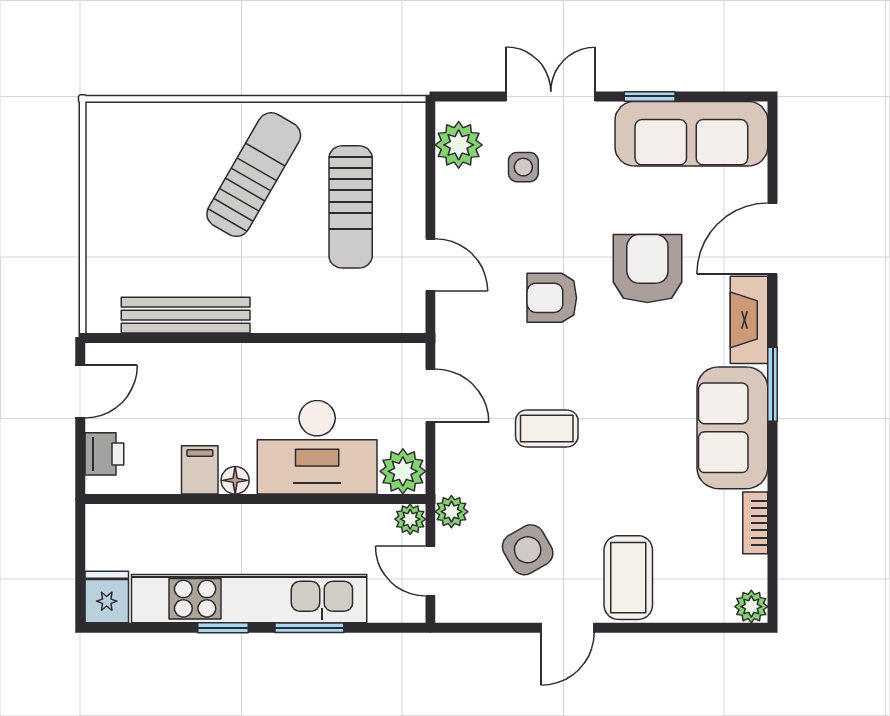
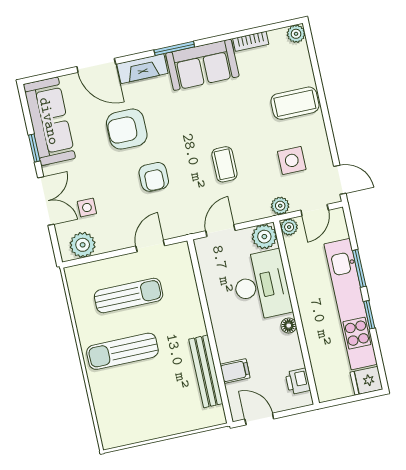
double door: (551, 96) -> (46, 201), swing flipped
sun lounger: (254, 175) -> (122, 351), turned -30
printer: (104, 454) -> (298, 381), moved, turned -90
filing cabinet: (200, 470) -> (235, 371), moved, turned 180
side table: (528, 550) -> (292, 160), turned 30
door: (568, 628) -> (340, 180), moved

